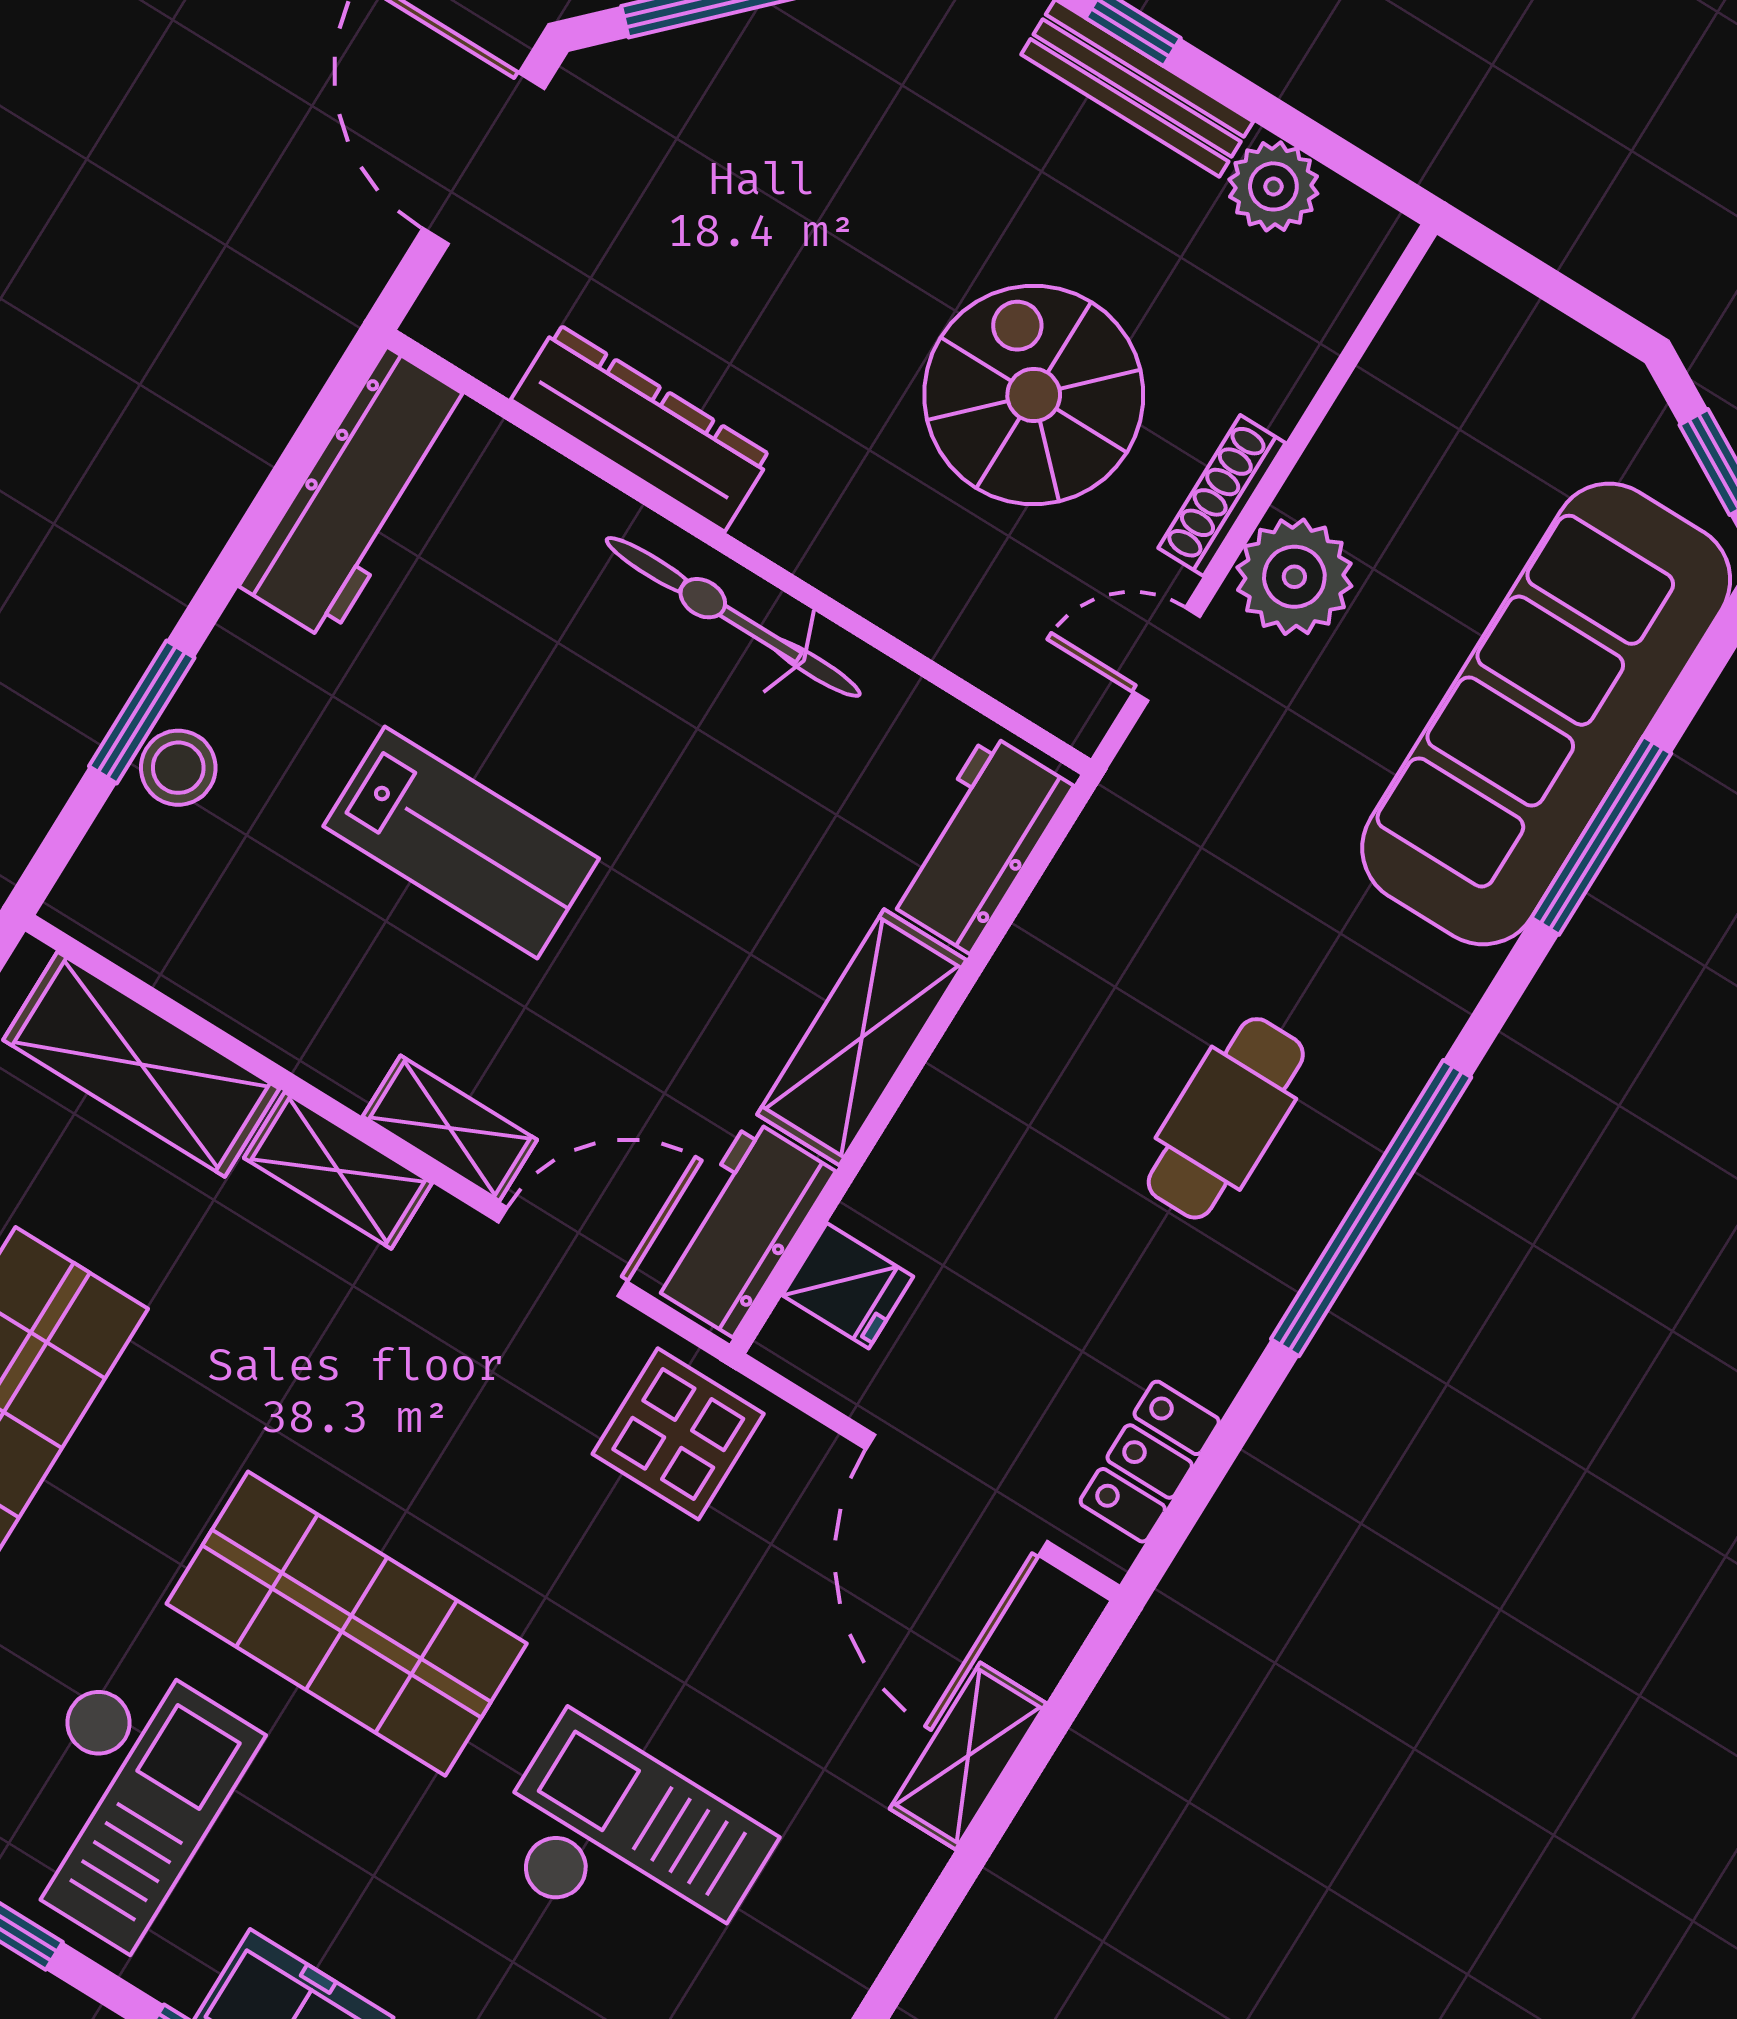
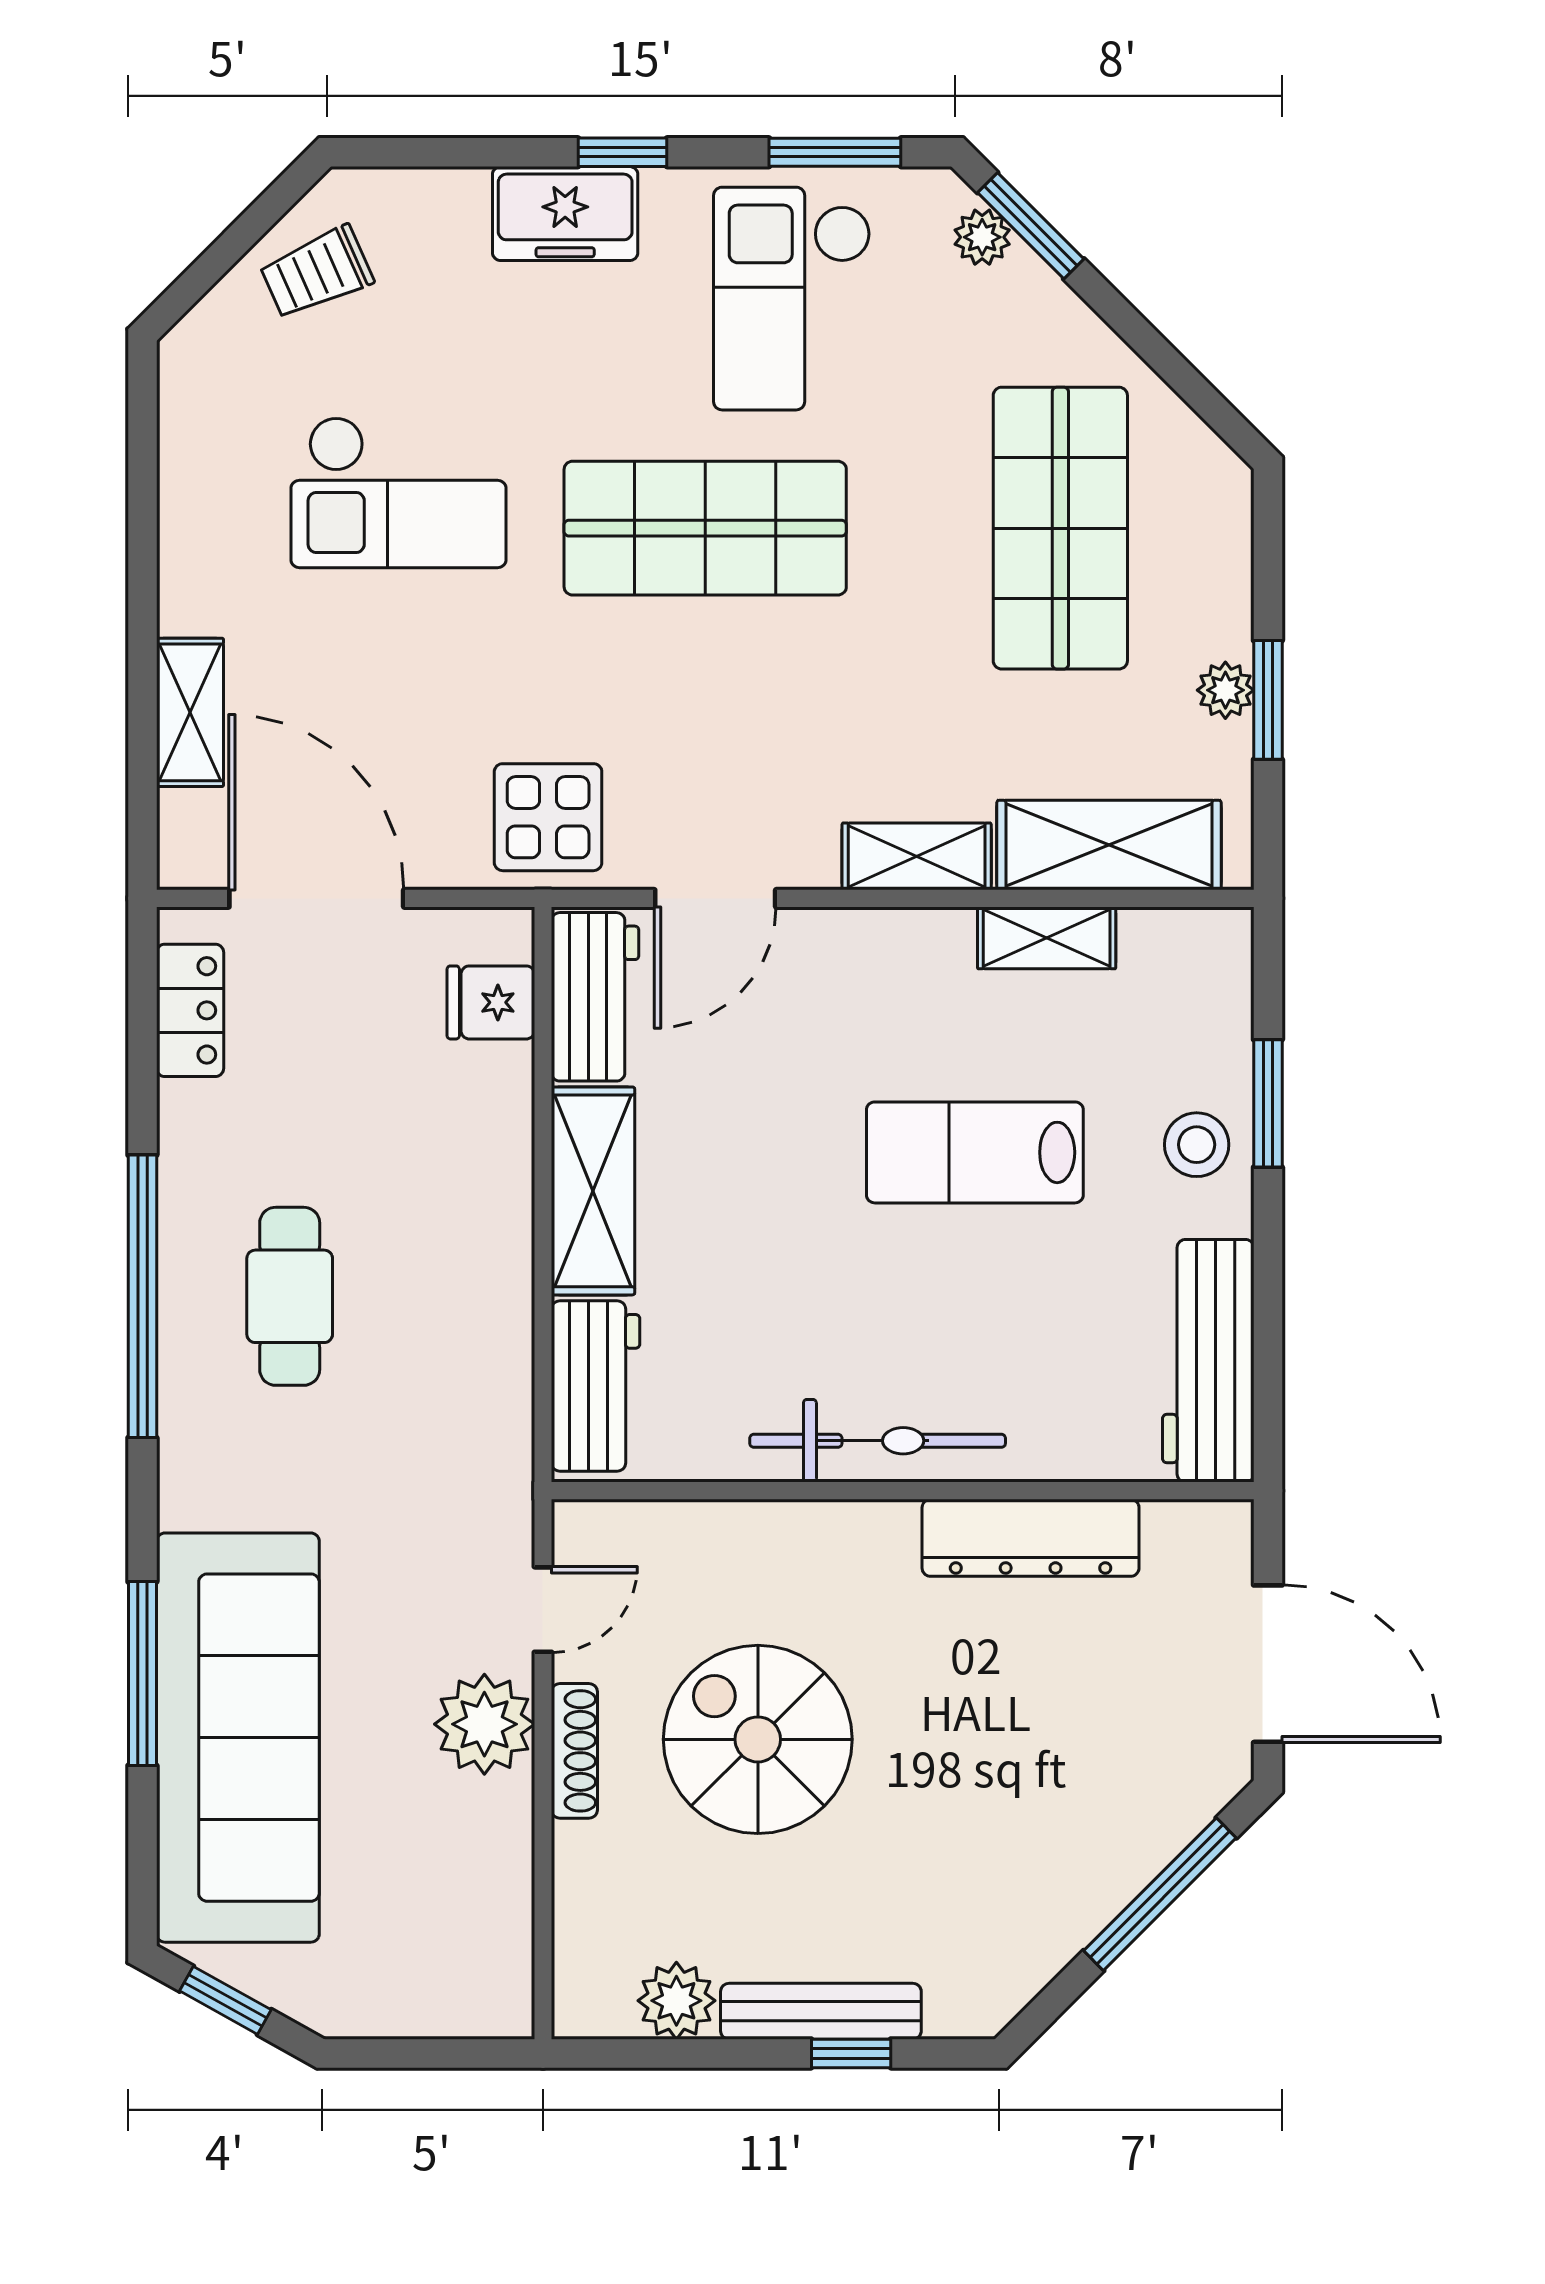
spiral stairs: (1034, 395) -> (758, 1739), turned 180
stool: (178, 768) -> (1197, 1145), moved
shelving: (450, 1128) -> (1047, 938), moved

